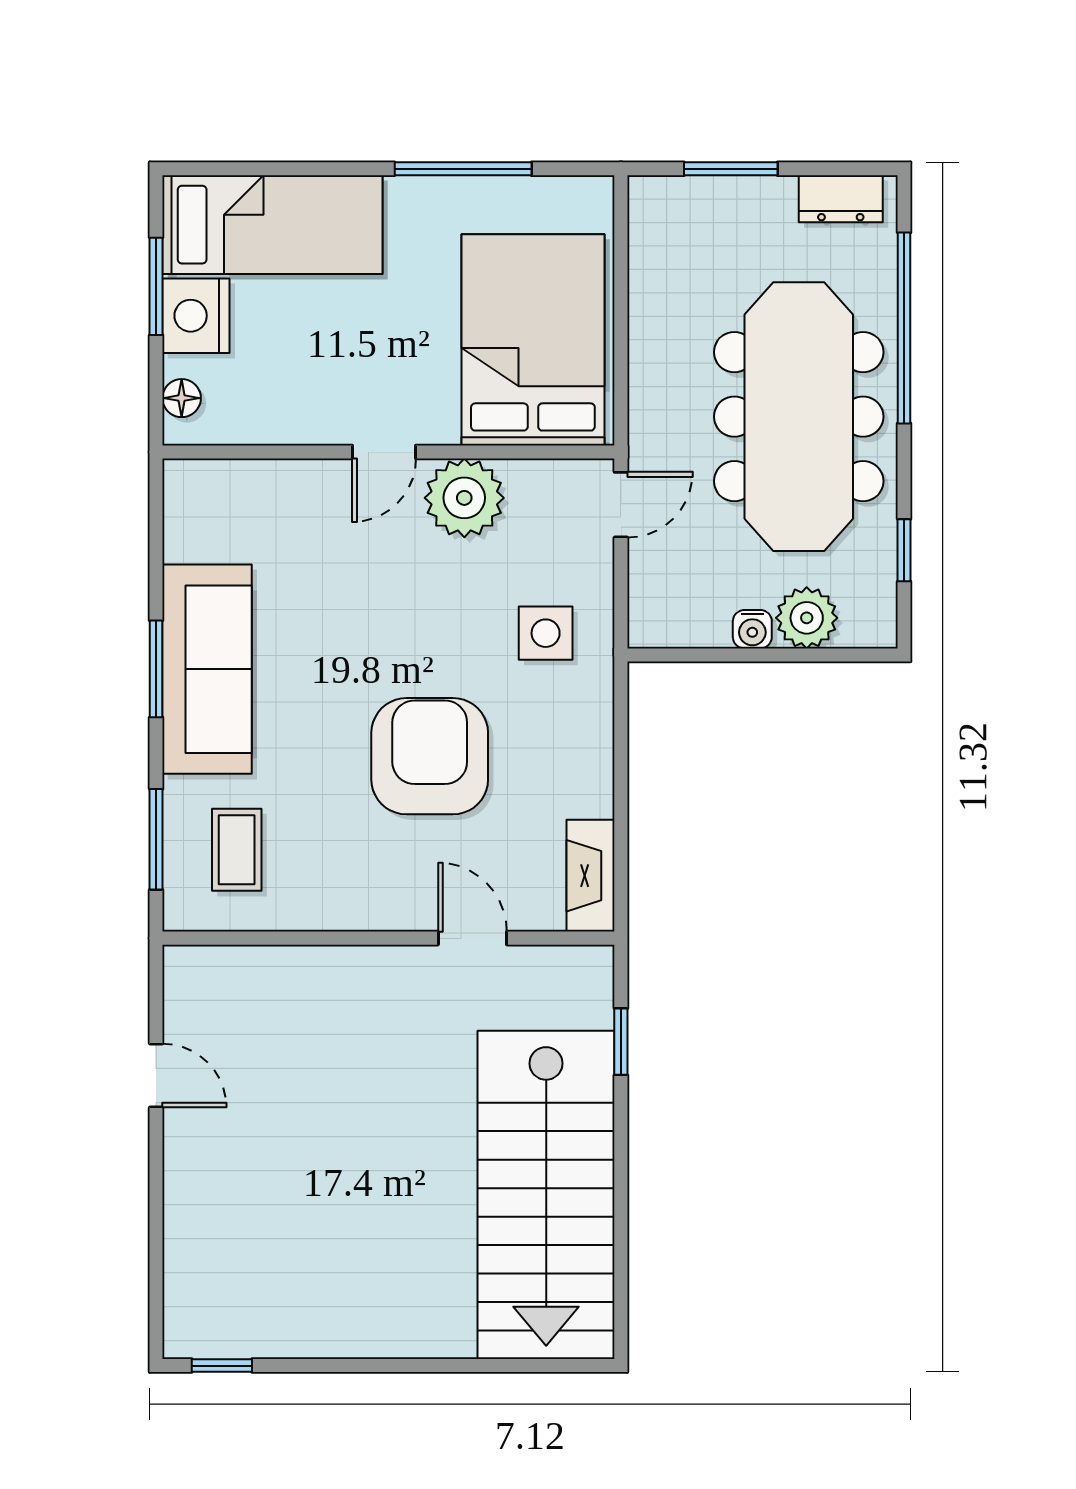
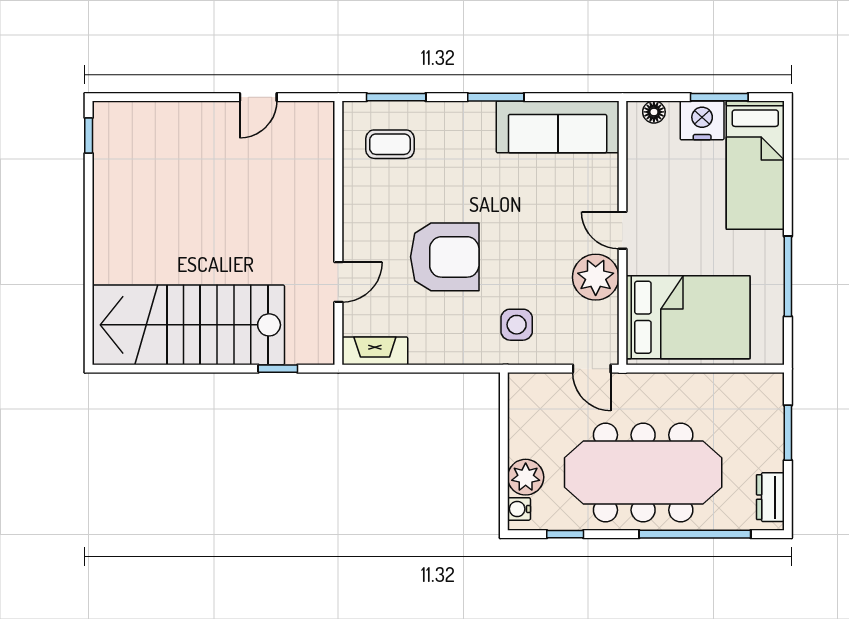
water cooler: (752, 629) -> (519, 509), moved
sofa: (207, 669) -> (558, 127), moved

